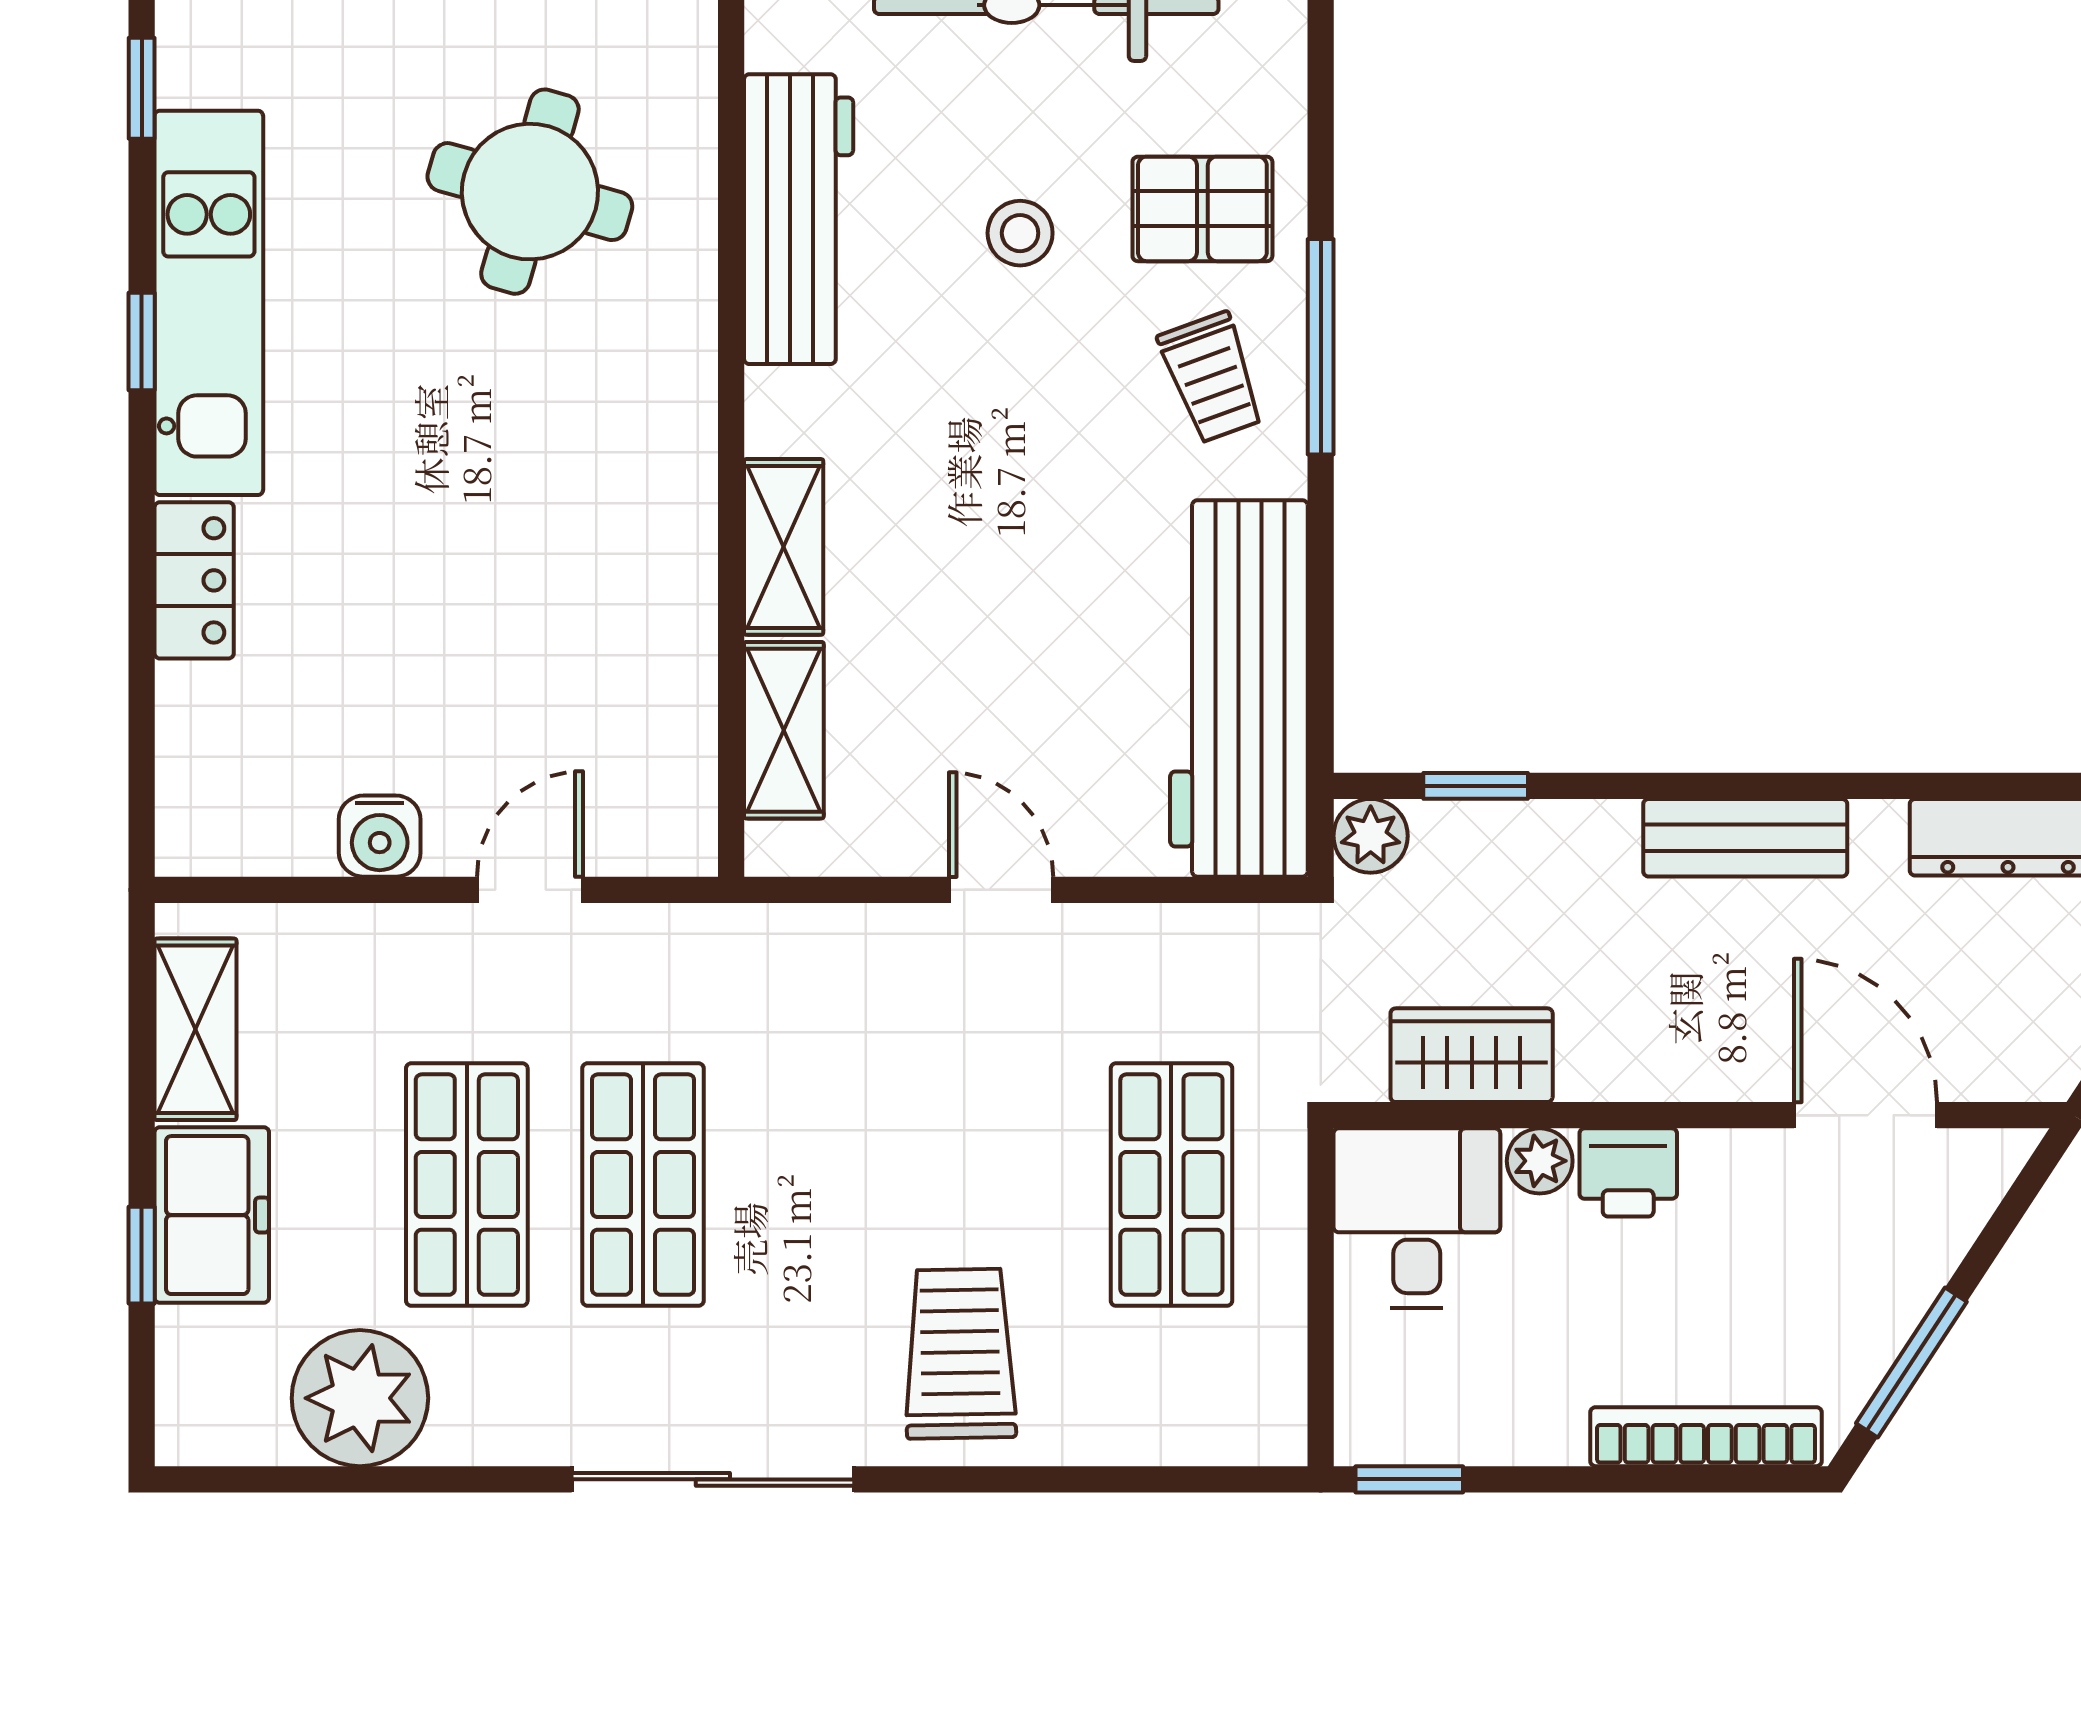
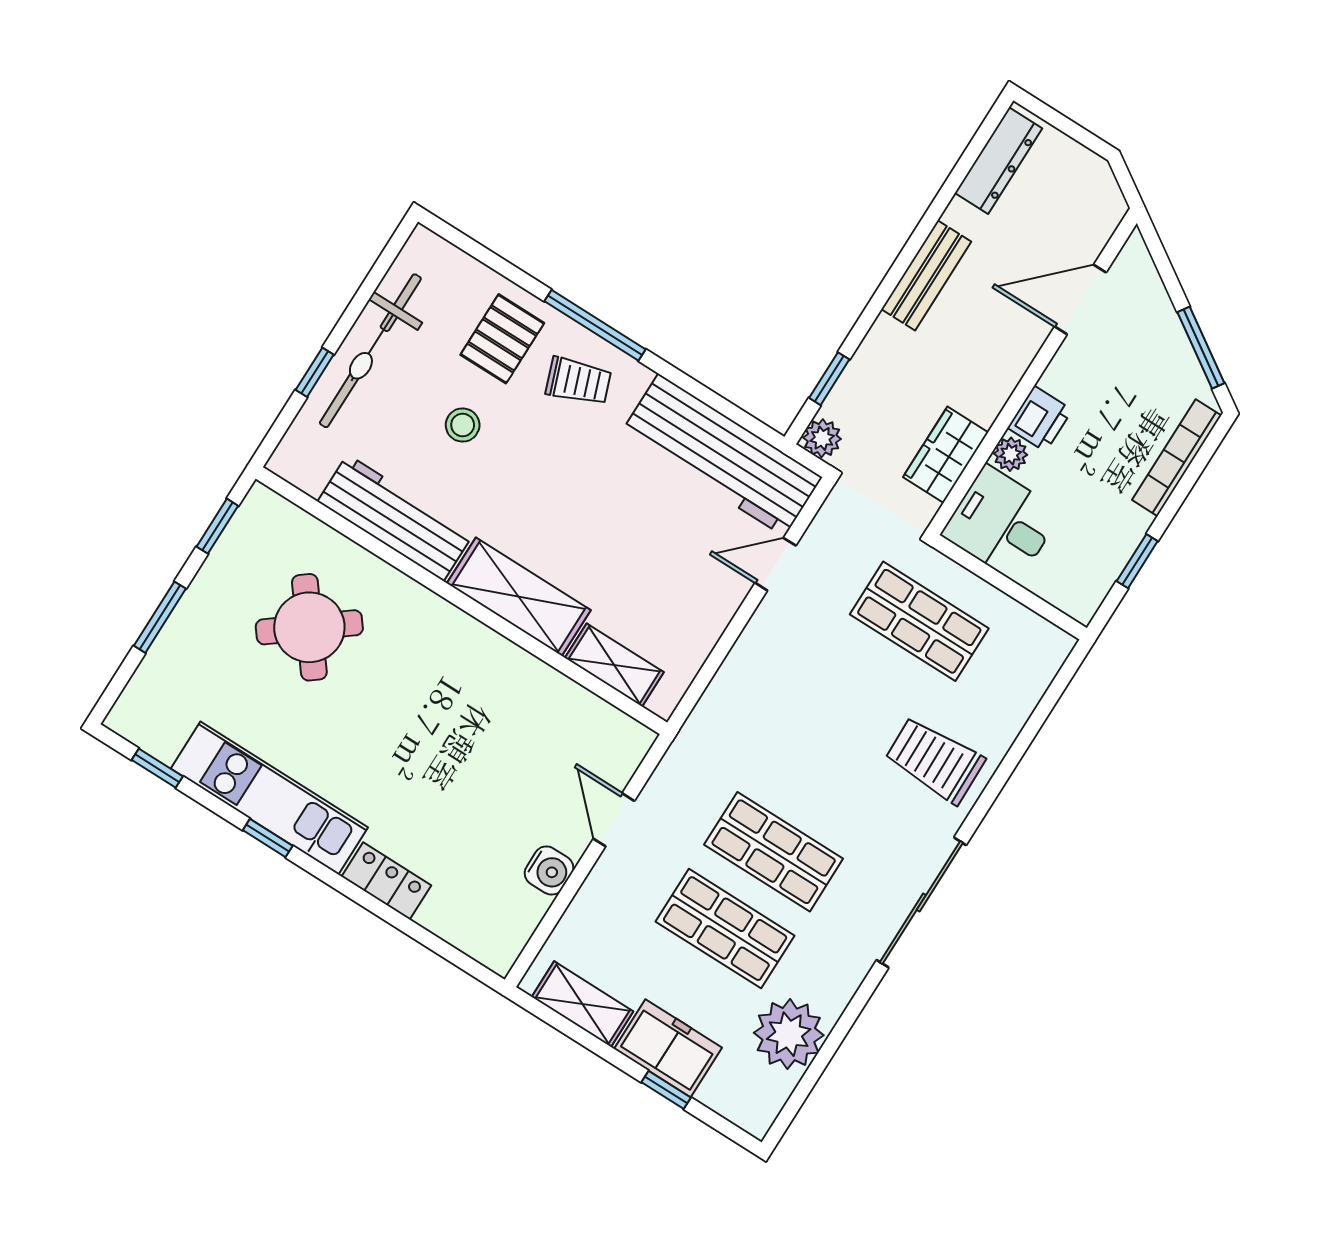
round table: (530, 192) -> (309, 627), turned 36
shelving: (784, 547) -> (519, 597), width x1.50, depth x1.33
door: (1001, 890) -> (775, 564), moved
window: (1409, 1479) -> (1137, 561), moved

